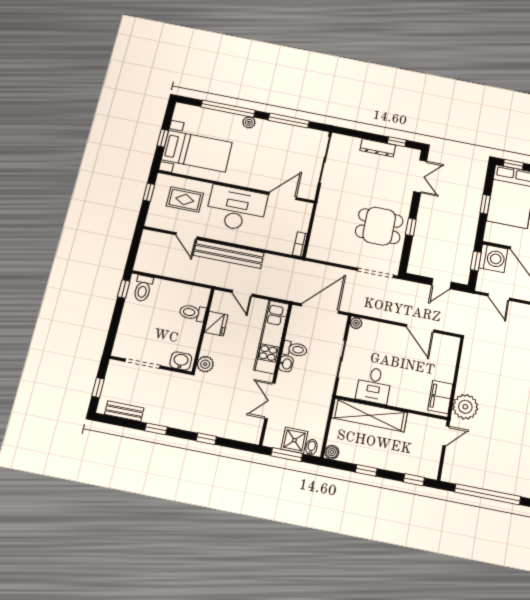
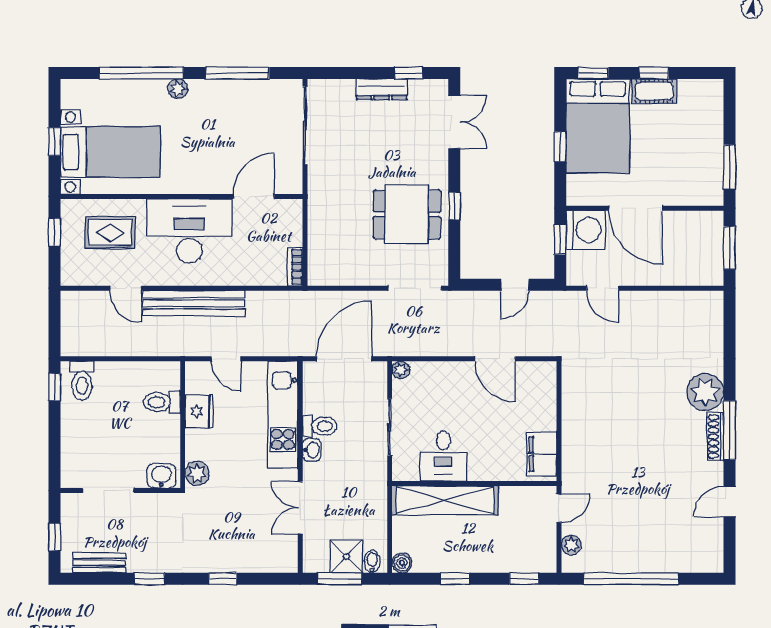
plant: (465, 407) -> (571, 545), moved, width x0.53, depth x0.53

